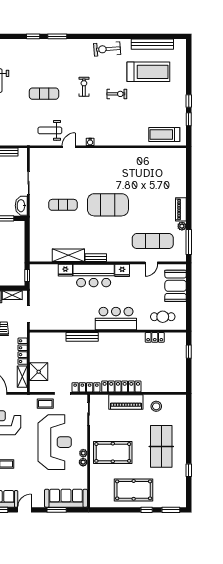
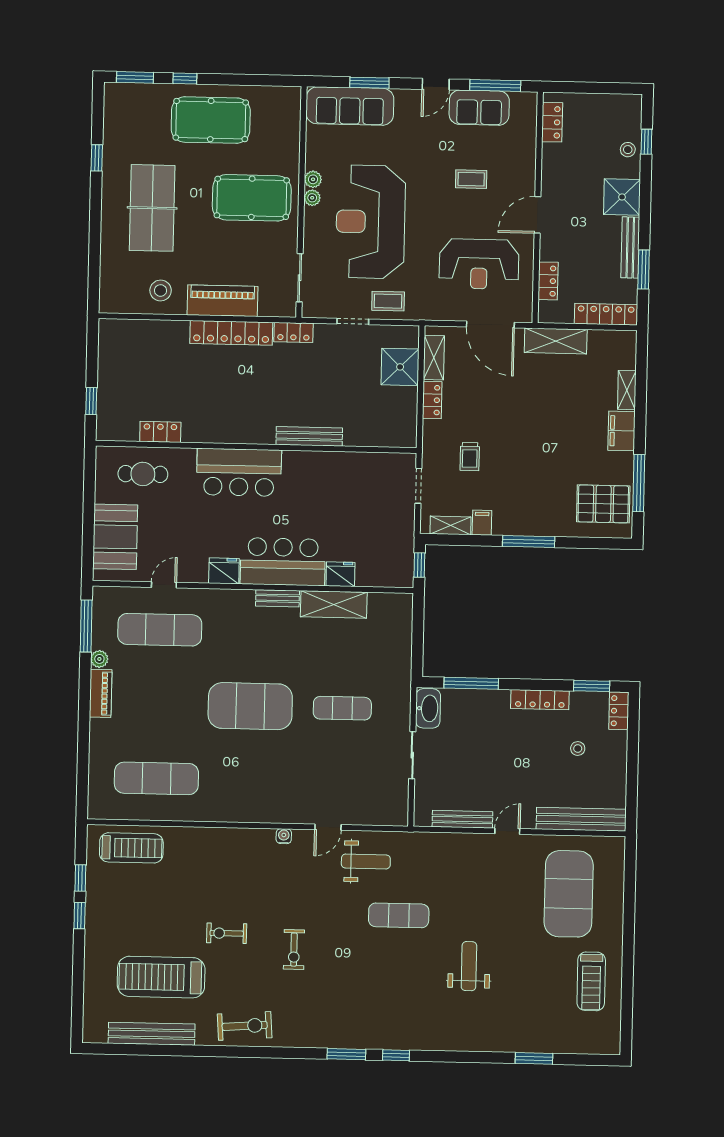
exercise mat: (44, 94) -> (399, 915), moved
exercise mat: (153, 169) -> (156, 778), added
locker: (23, 351) -> (432, 400), width x0.66
locker: (86, 387) -> (293, 332), width x0.66

